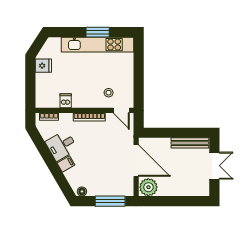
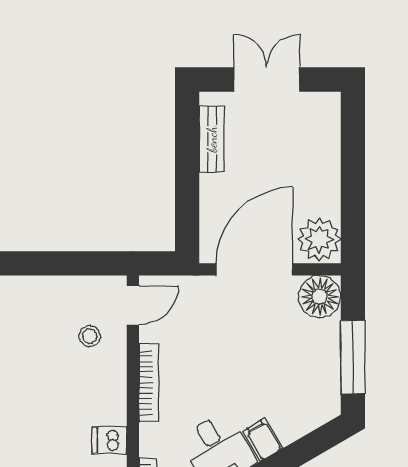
bench: (190, 143) -> (212, 139), width x0.73
floor lamp: (82, 192) -> (320, 297), moved, width x1.89, depth x1.89
window: (110, 201) -> (353, 357), moved

